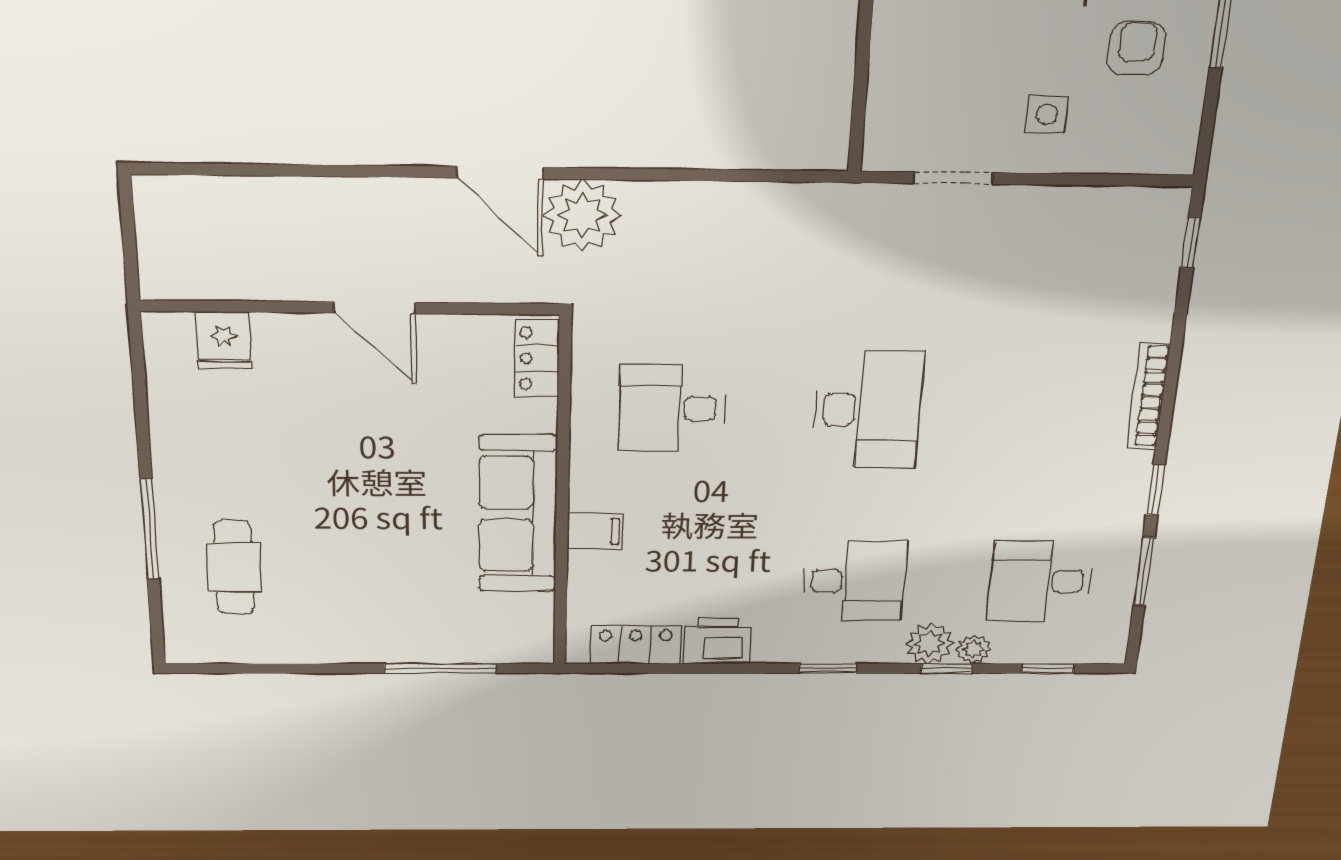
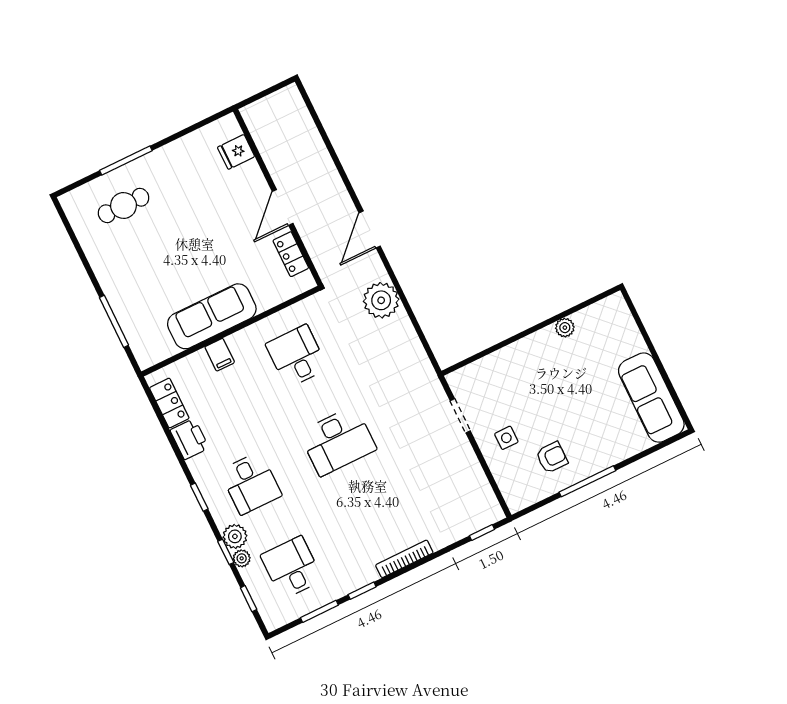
plant: (582, 215) -> (381, 300), moved
locker: (537, 358) -> (291, 254), moved, turned -90

